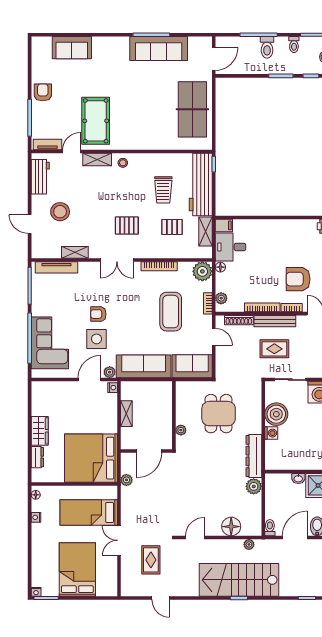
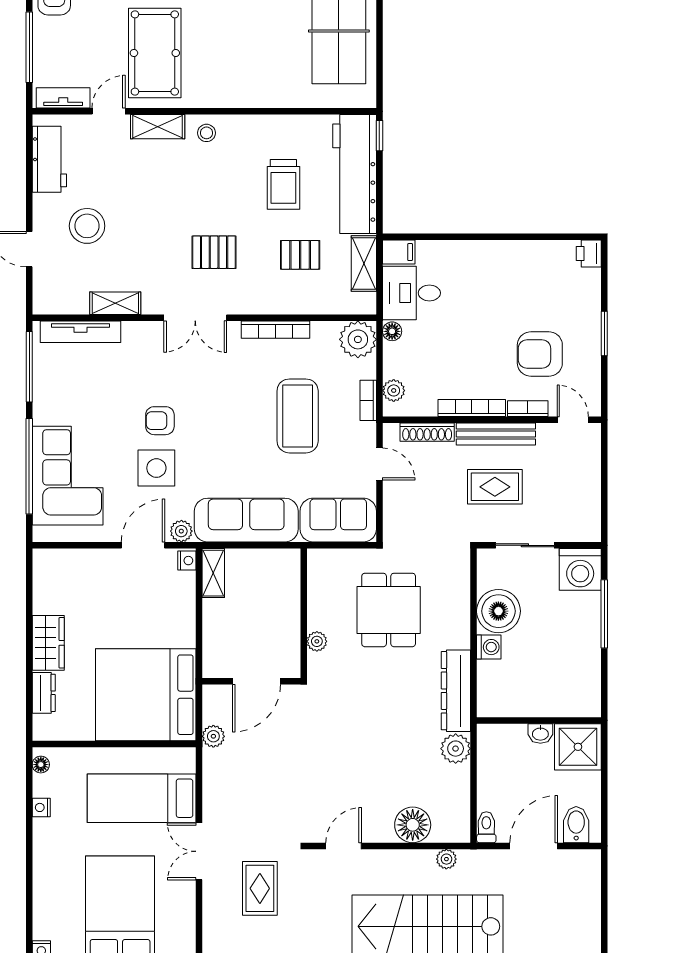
shelving: (126, 414) -> (213, 573), moved

